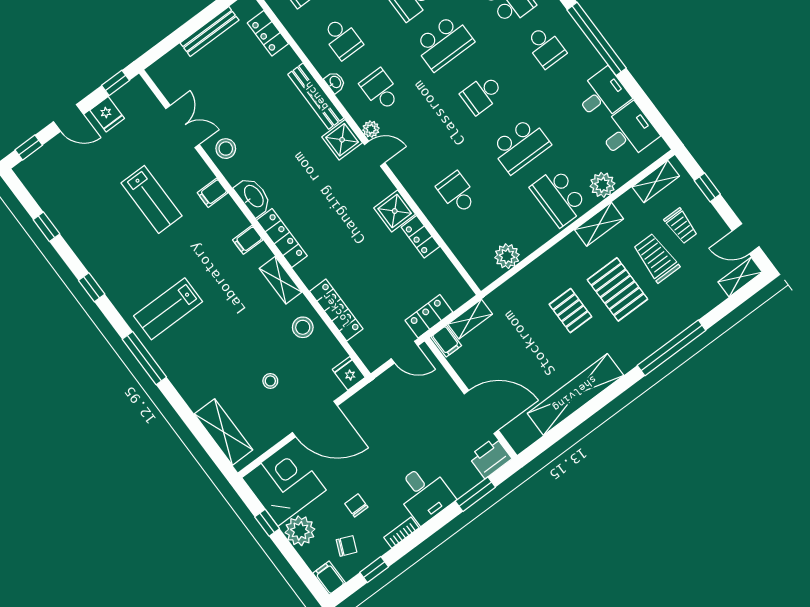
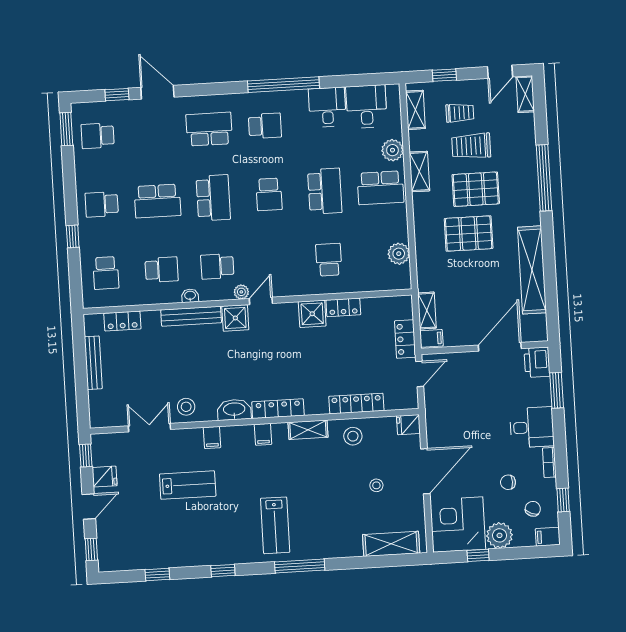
school desk: (457, 193) -> (329, 260), turned 90
pallet: (570, 311) -> (469, 234), width x1.50, depth x1.42

